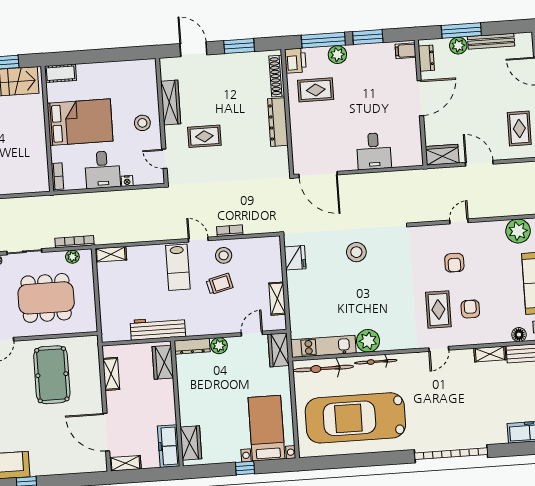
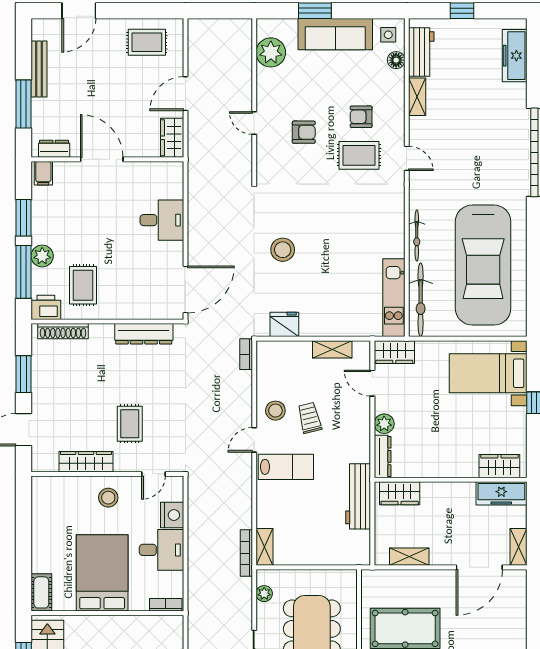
plant: (458, 46) -> (42, 109), removed
dresser: (278, 122) -> (144, 334), moved
nightstand: (127, 181) -> (172, 515), width x1.89, depth x1.79
bookcase: (230, 231) -> (246, 354), moved
bookcase: (75, 242) -> (246, 553), moved
plant: (368, 341) -> (391, 243), removed

